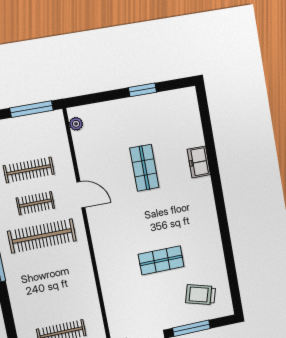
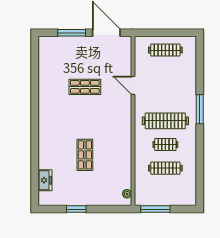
freezer: (199, 162) -> (45, 180), moved
door: (81, 195) -> (133, 85), moved
trolley: (201, 295) -> (61, 56), removed

